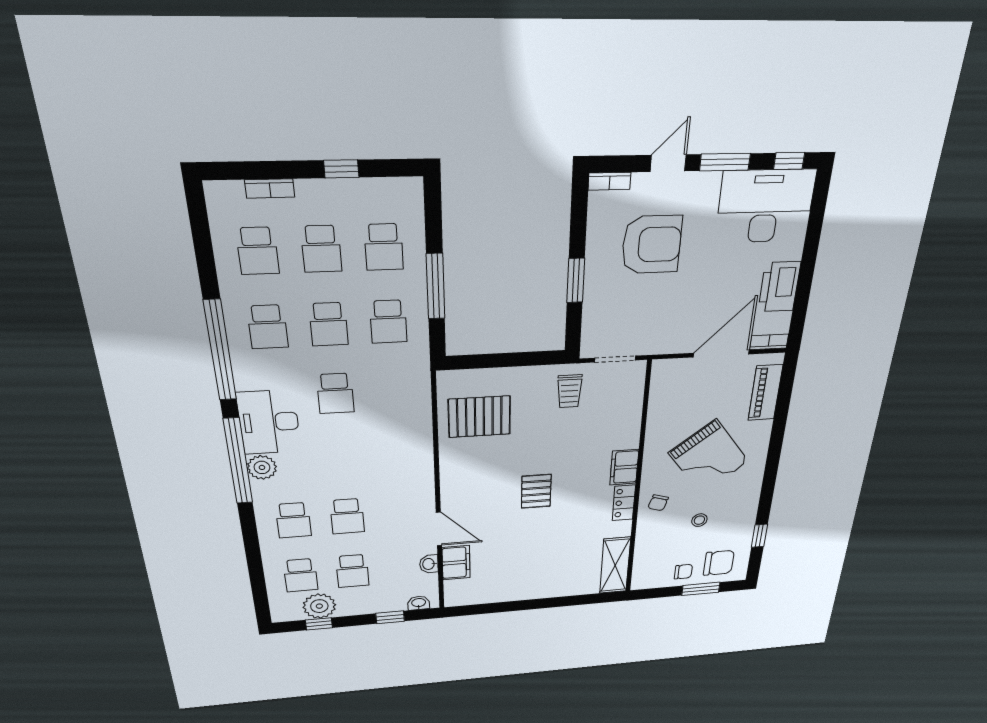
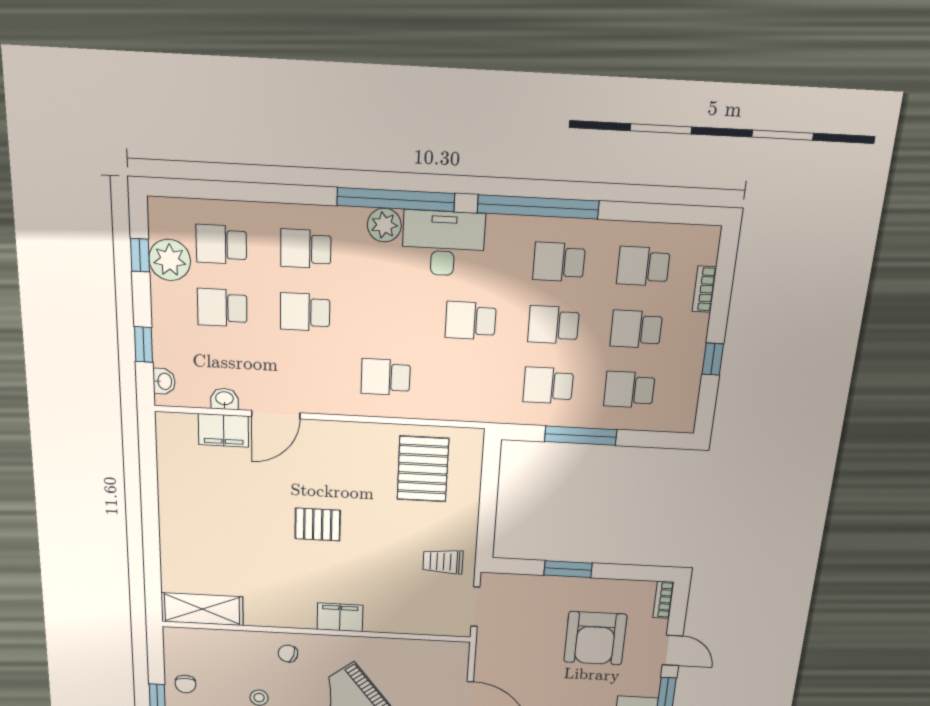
school desk: (396, 454) -> (386, 377), added
locker: (624, 503) -> (292, 618), removed

